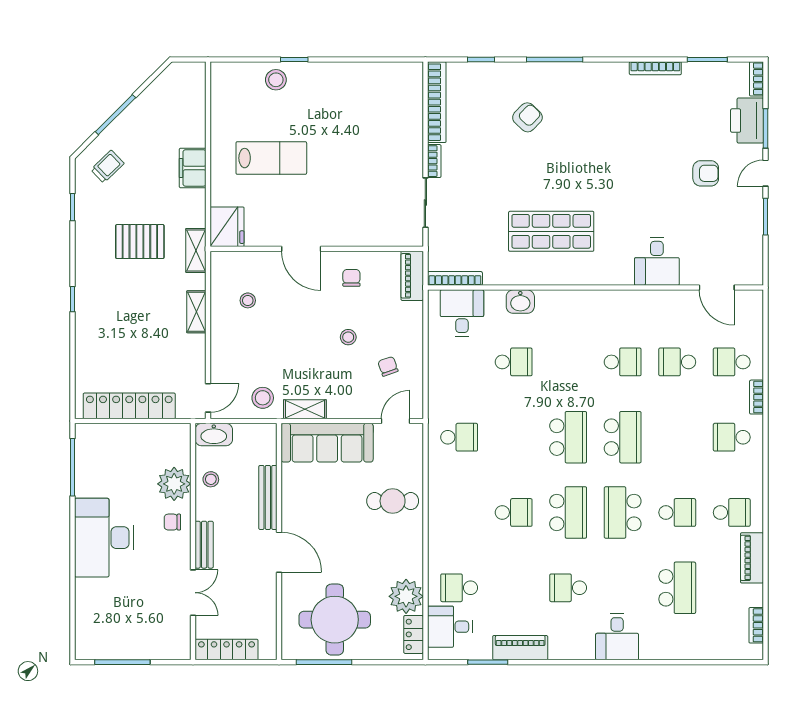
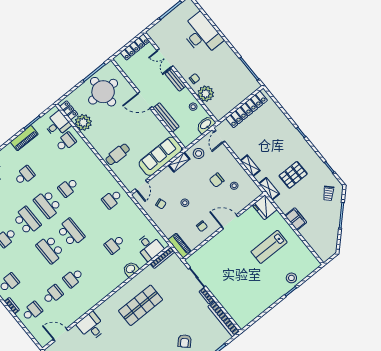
chair: (268, 332) -> (217, 180), added
school desk: (568, 437) -> (71, 233), turned 180
desk: (104, 538) -> (201, 34), moved

